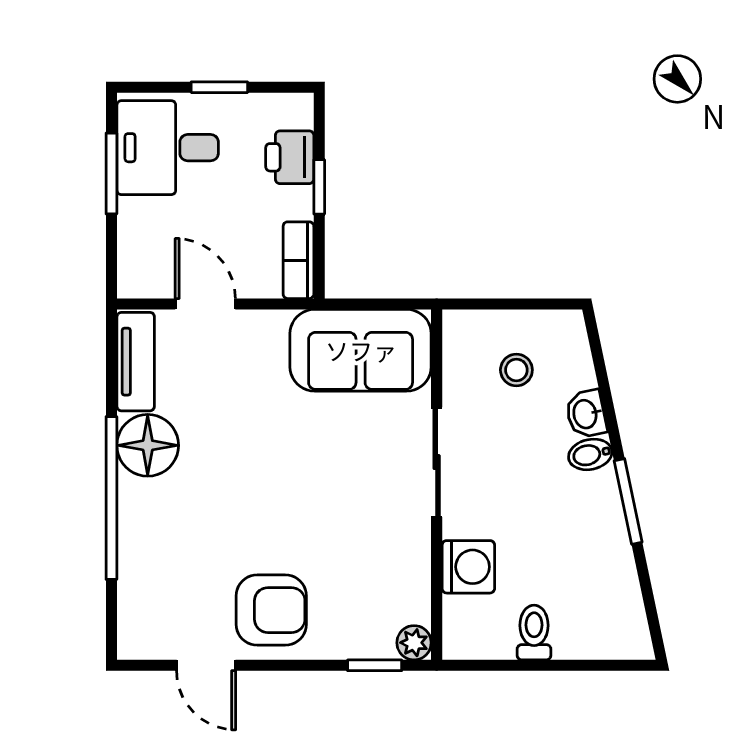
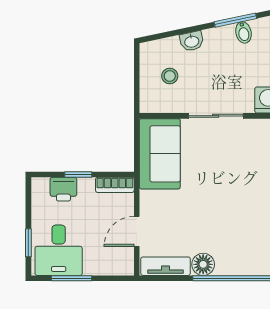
window: (219, 87) -> (28, 243), moved
floor lamp: (148, 445) -> (203, 264), width x0.73, depth x0.73
bidet: (590, 454) -> (243, 32), moved

